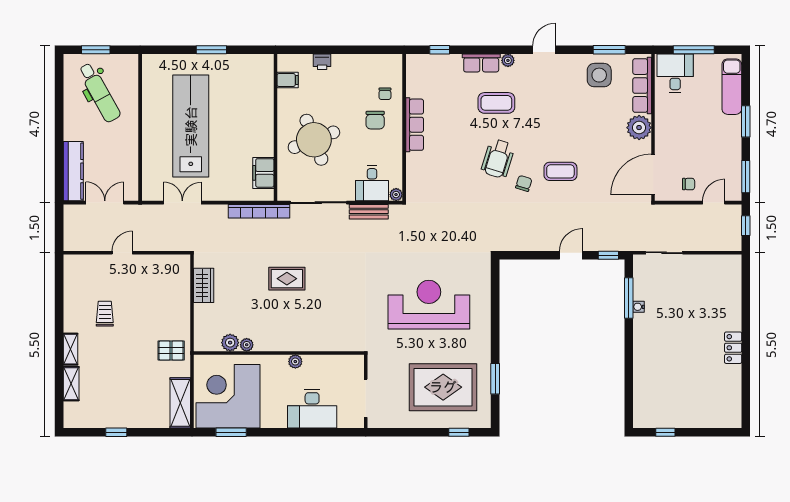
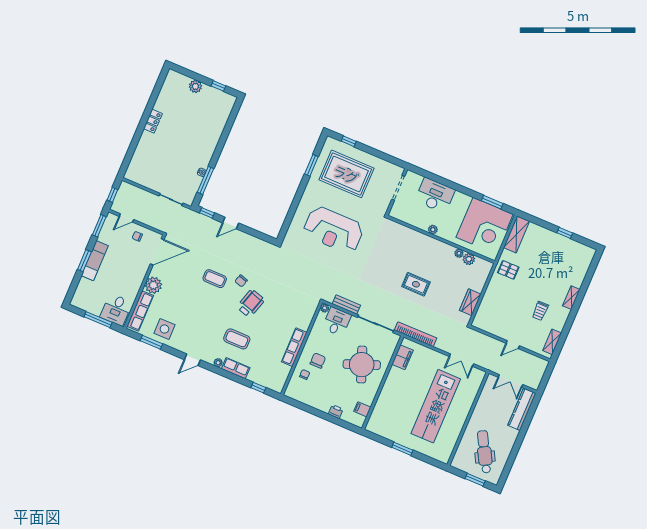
exam couch: (732, 87) -> (95, 261), moved
shelving: (71, 384) -> (552, 342), moved
plant: (696, 419) -> (195, 86), added

